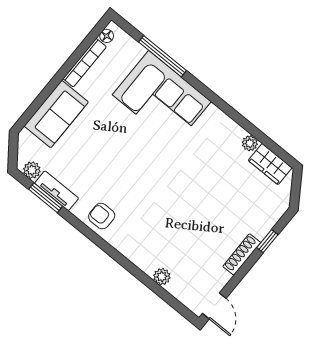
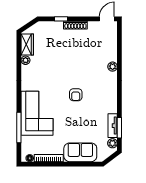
armchair: (102, 216) -> (76, 95), moved
plant: (162, 277) -> (113, 67), moved

